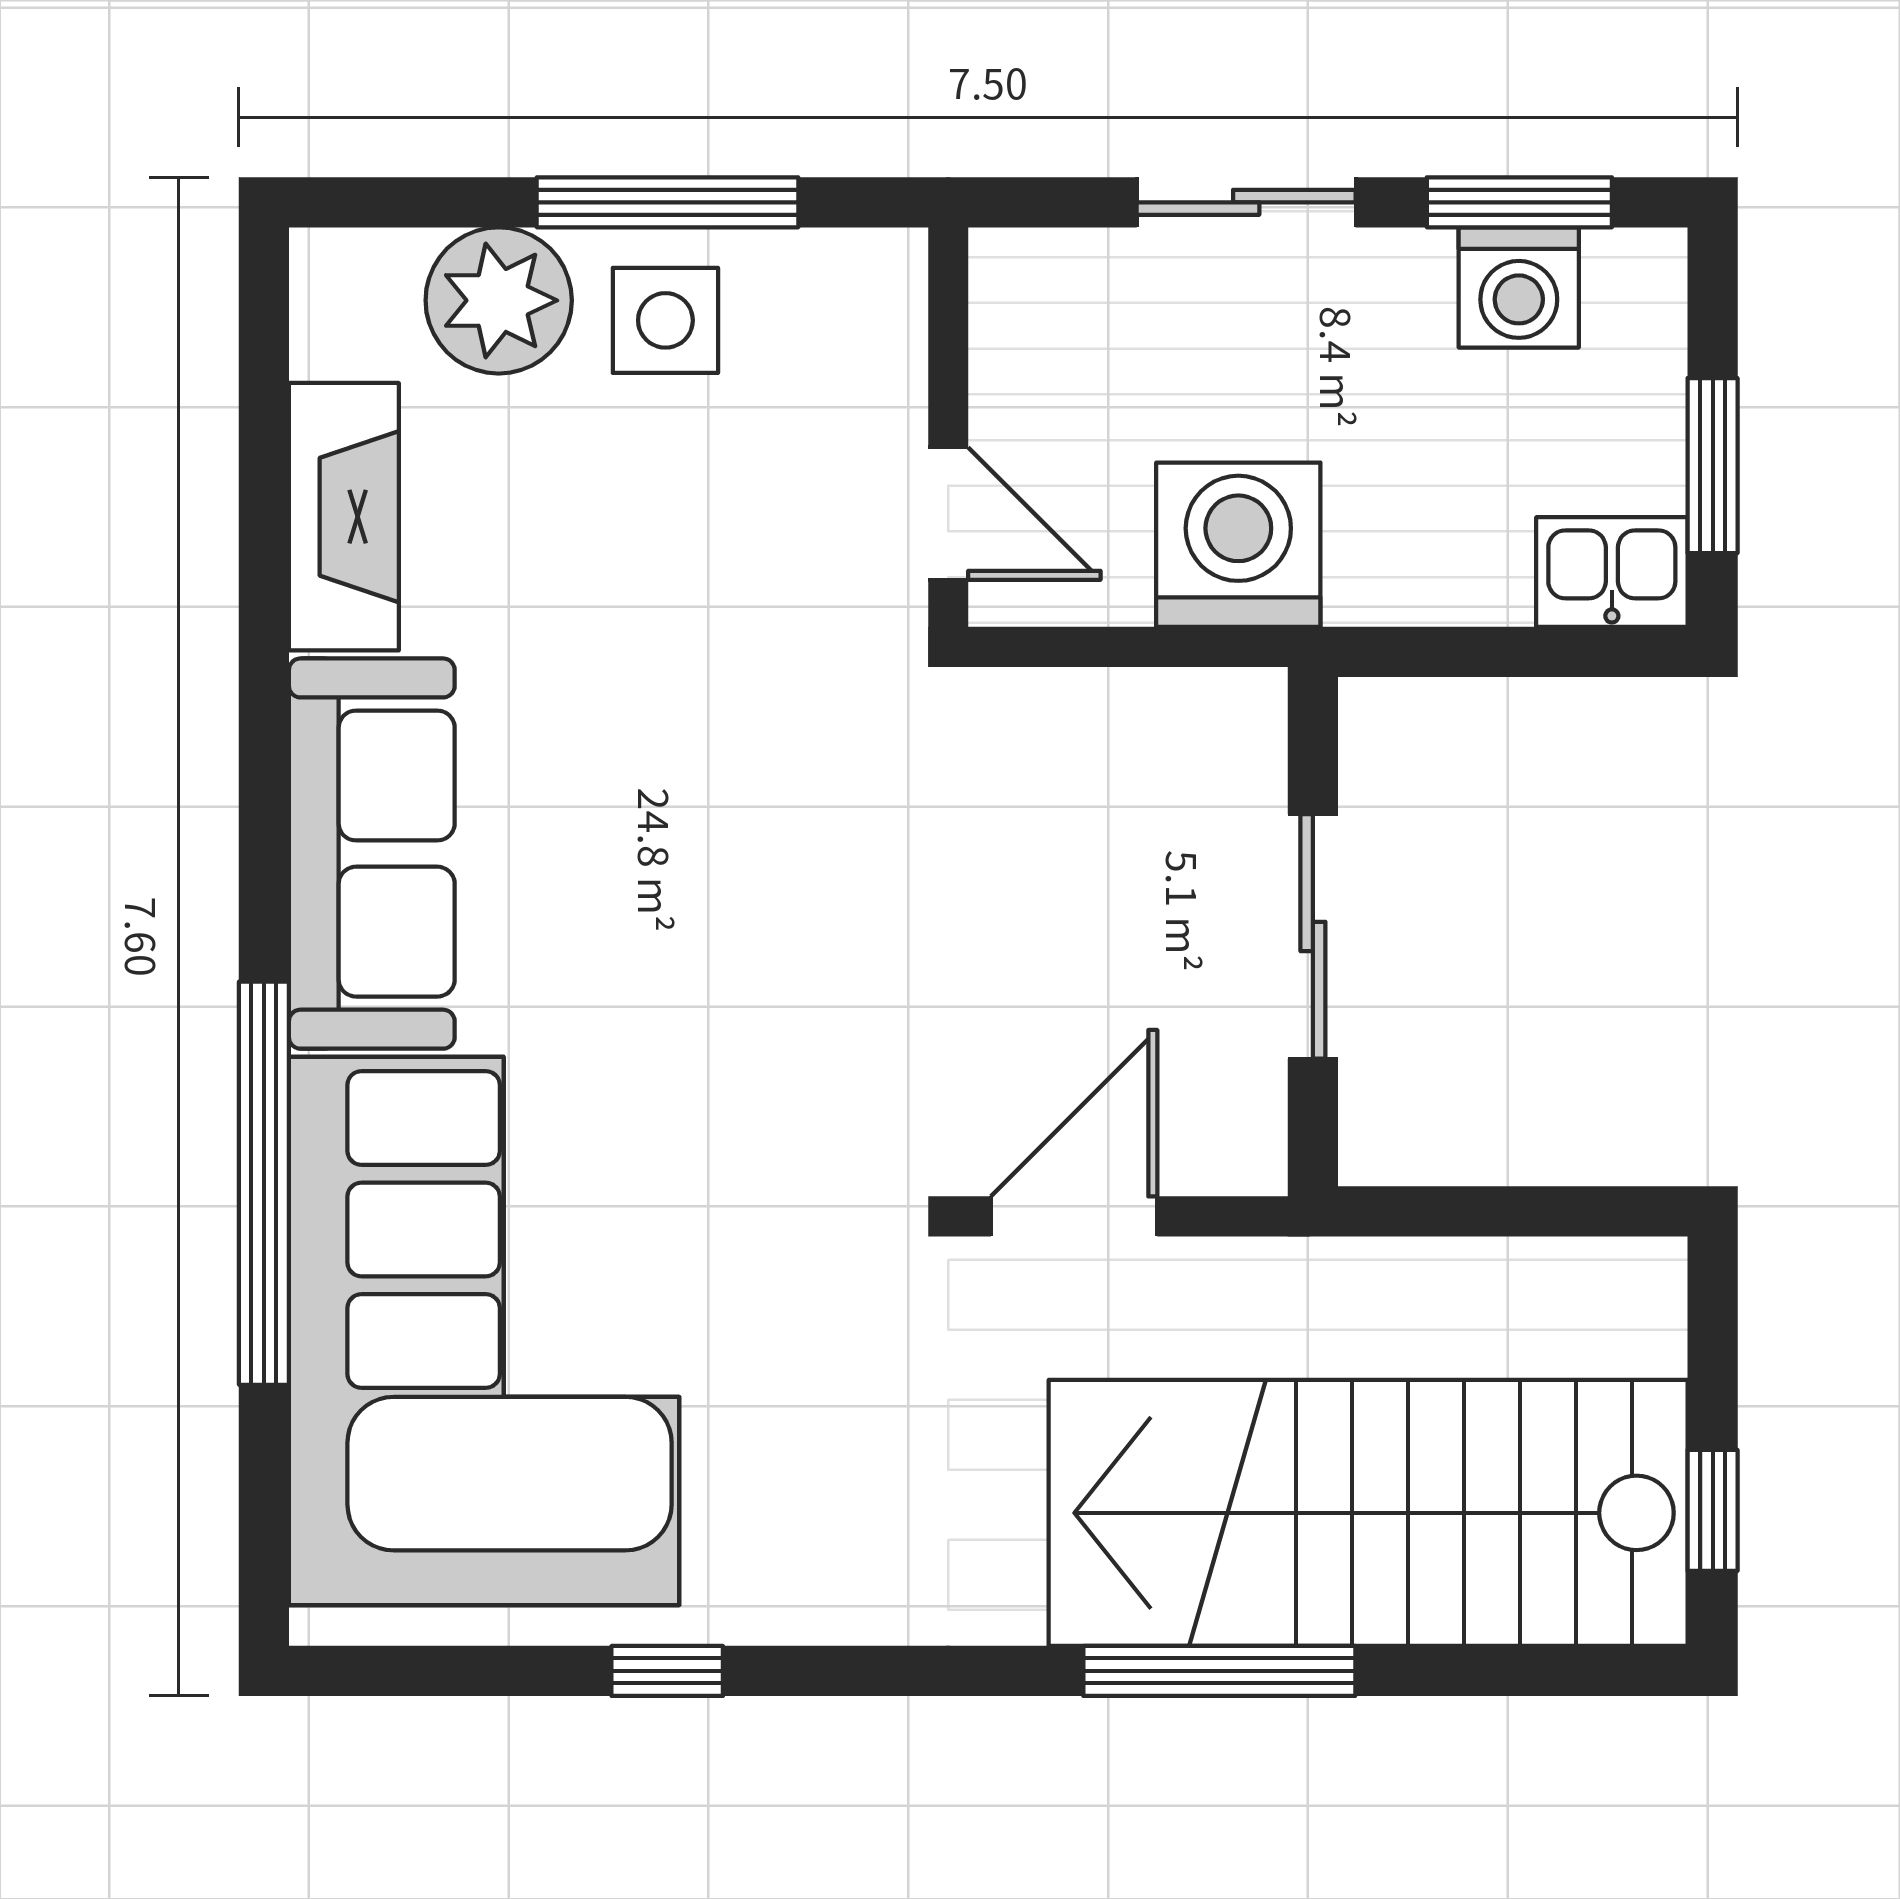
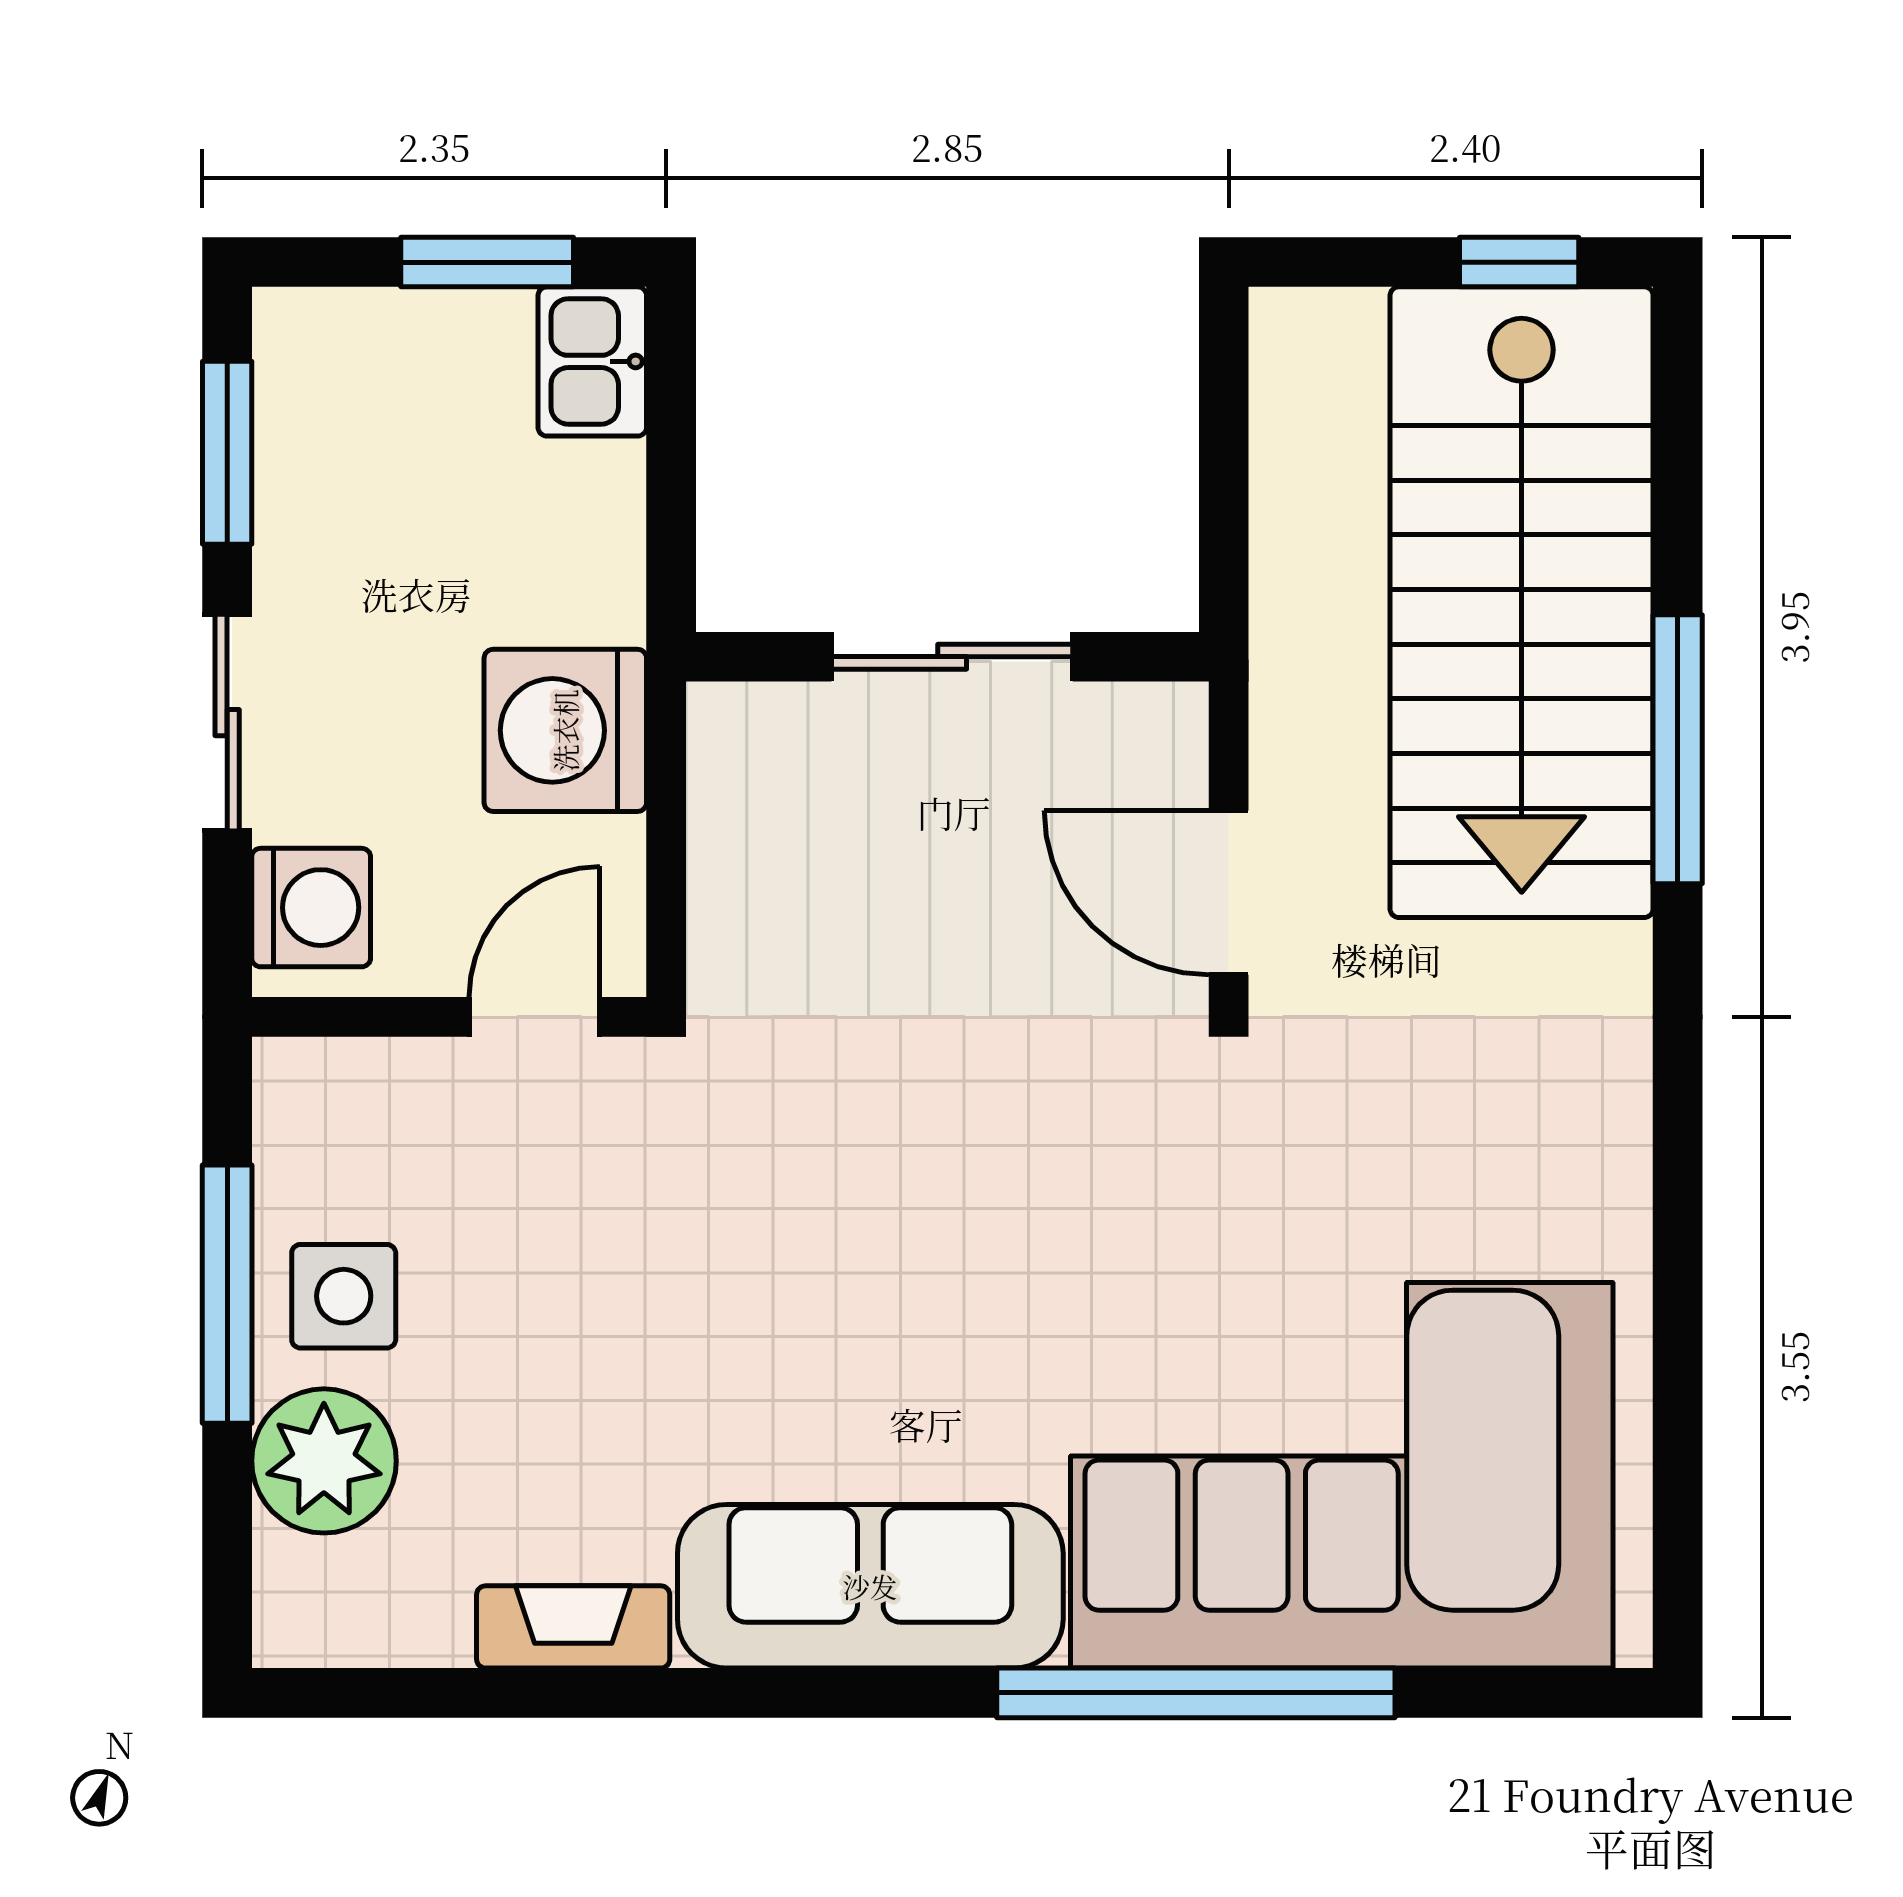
washing machine: (1519, 287) -> (311, 908), moved
fireplace: (344, 517) -> (573, 1627), width x0.73, depth x0.76
window: (667, 1671) -> (1678, 1294), removed

